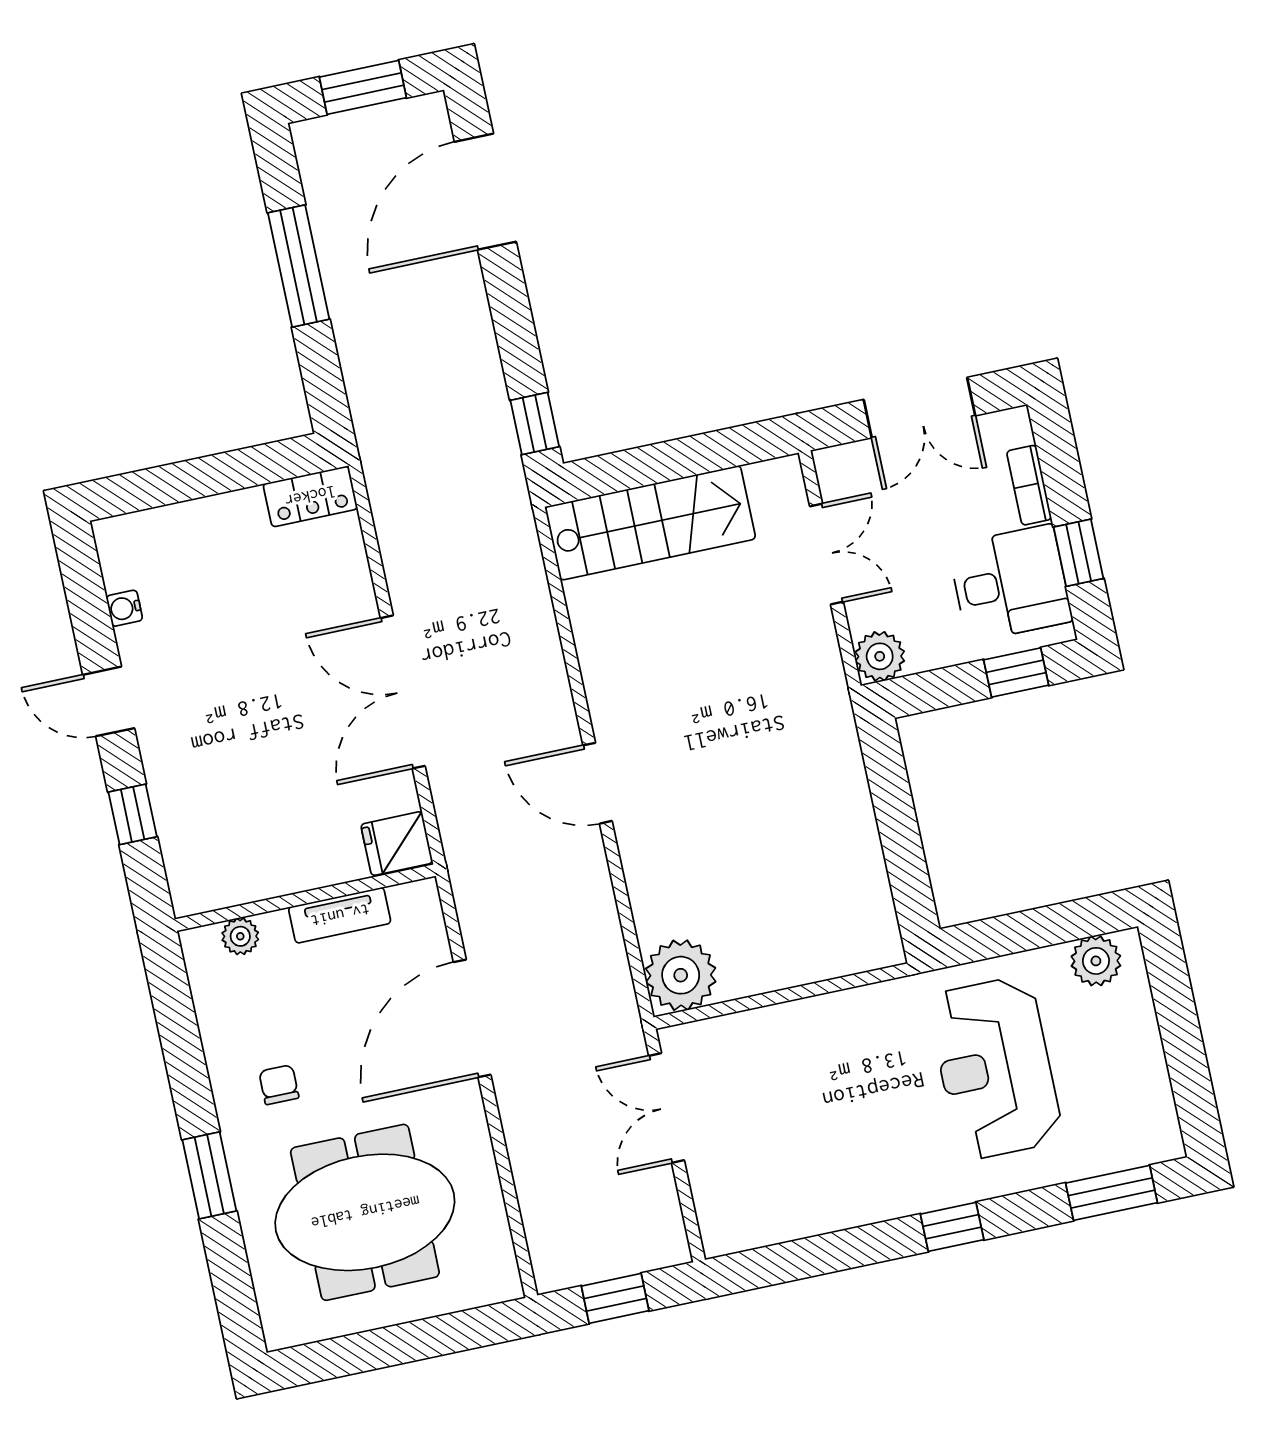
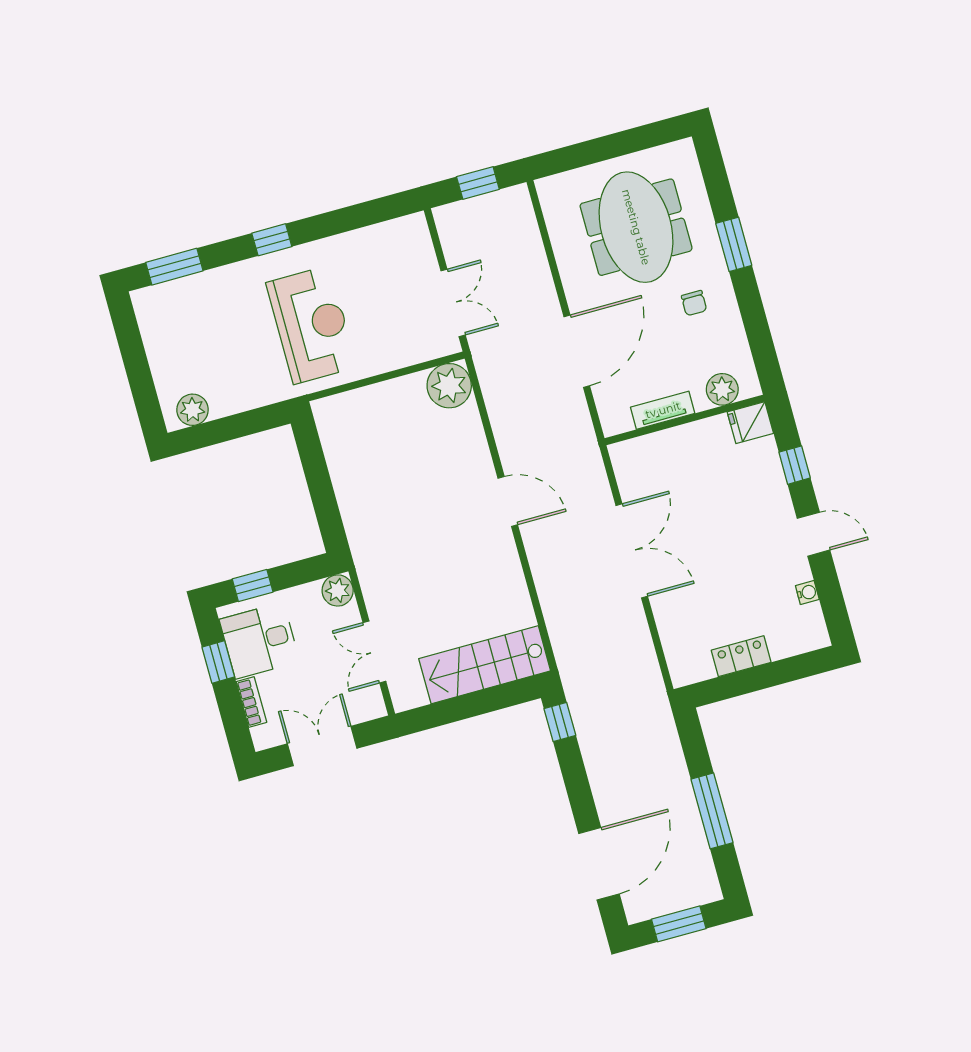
locker: (310, 496) -> (741, 656), moved
fridge: (397, 844) -> (750, 423), moved, turned 180
plant: (240, 936) -> (722, 389), width x1.38, depth x1.38
reception desk: (995, 1068) -> (312, 325), moved
meeting table: (365, 1212) -> (636, 227), turned 90

